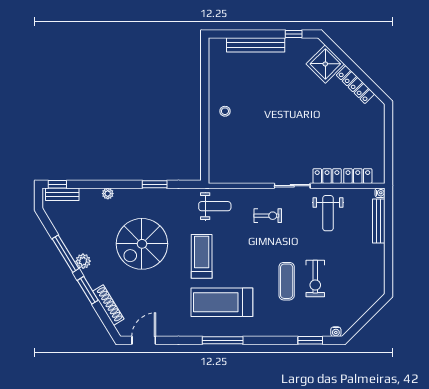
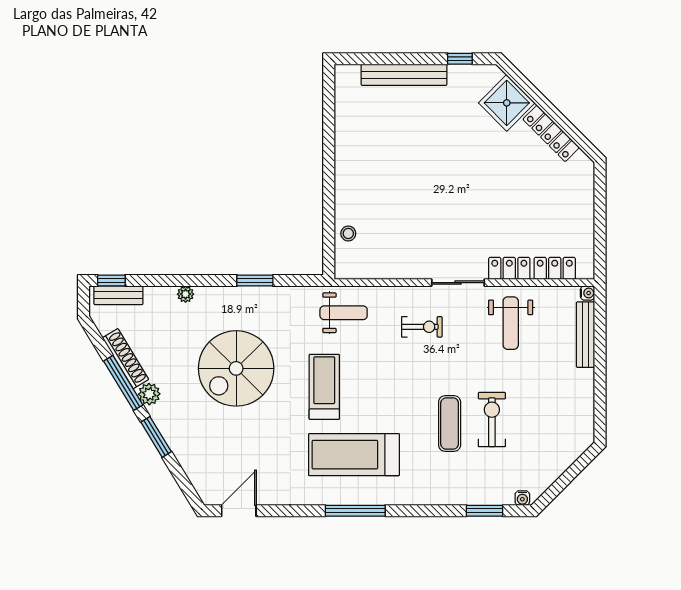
stool: (225, 111) -> (348, 233), moved
exercise bike: (315, 278) -> (492, 419), turned 180
shoe rack: (108, 305) -> (126, 359), moved

